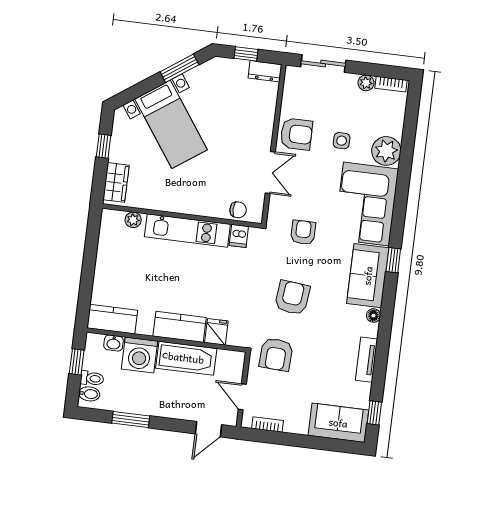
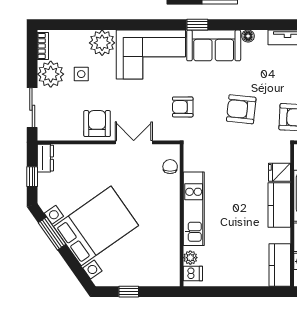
plant: (366, 83) -> (51, 74), width x1.88, depth x1.88
bed with nightstands: (171, 124) -> (96, 226), width x1.36
side table: (342, 141) -> (81, 74), moved
wardrobe: (116, 182) -> (159, 277), removed
dishwasher: (239, 236) -> (193, 273), moved

